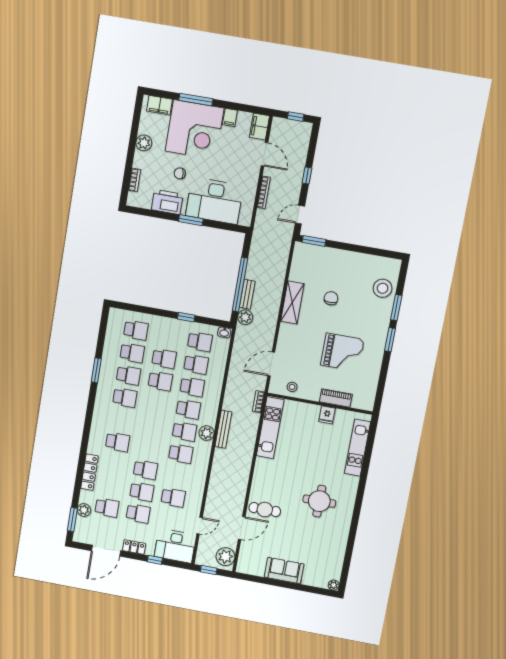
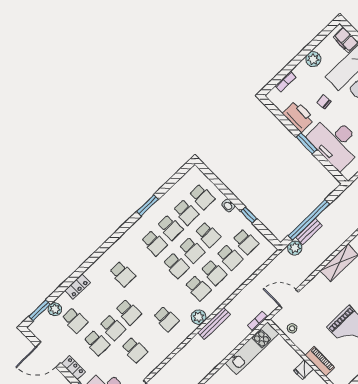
washbasin: (224, 332) -> (228, 205), moved
school desk: (185, 431) -> (176, 266), moved
locker: (90, 472) -> (77, 286), width x0.66

